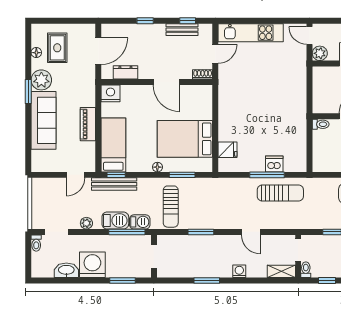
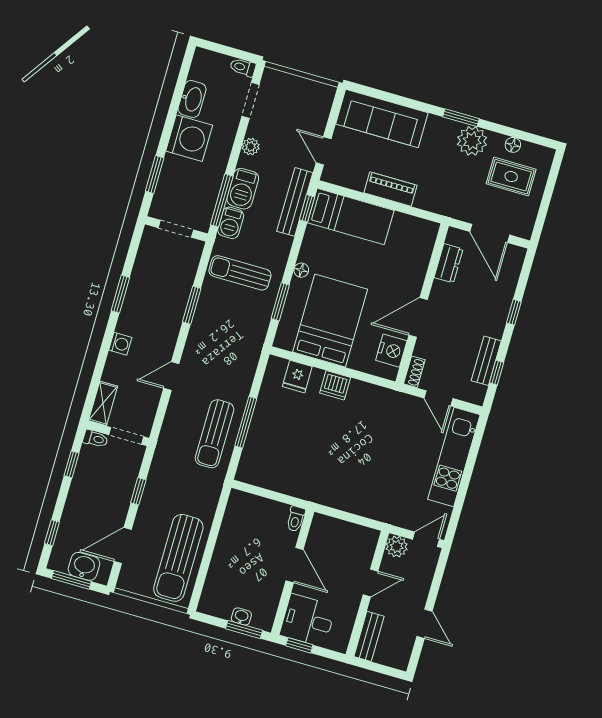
nightstand: (110, 93) -> (391, 351), moved
sofa: (44, 120) -> (382, 118), moved
dishwasher: (274, 164) -> (335, 385), moved, turned 90

